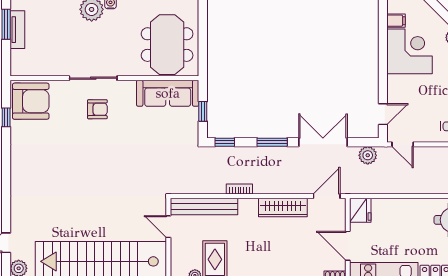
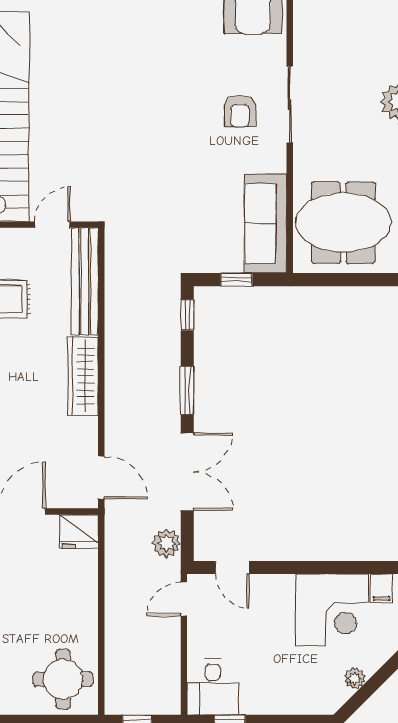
bookcase: (239, 189) -> (113, 338), removed
wardrobe: (283, 207) -> (83, 376), moved

